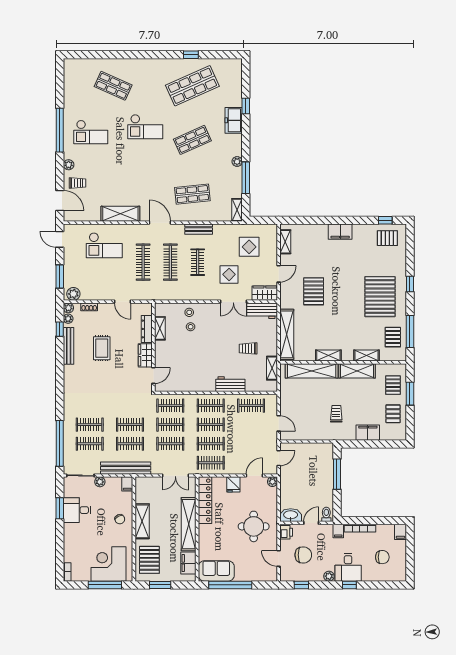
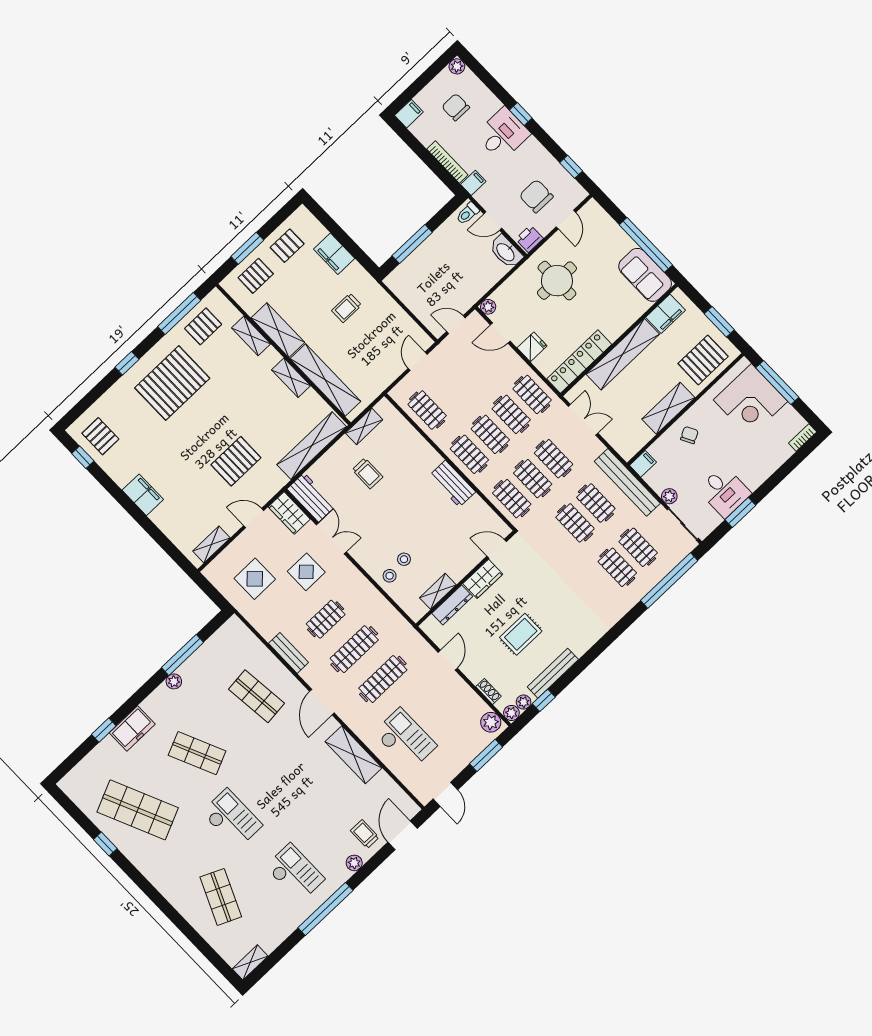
shelving: (237, 210) -> (250, 962), moved
workbench: (230, 384) -> (452, 484), moved
plant: (329, 576) -> (457, 66), moved

